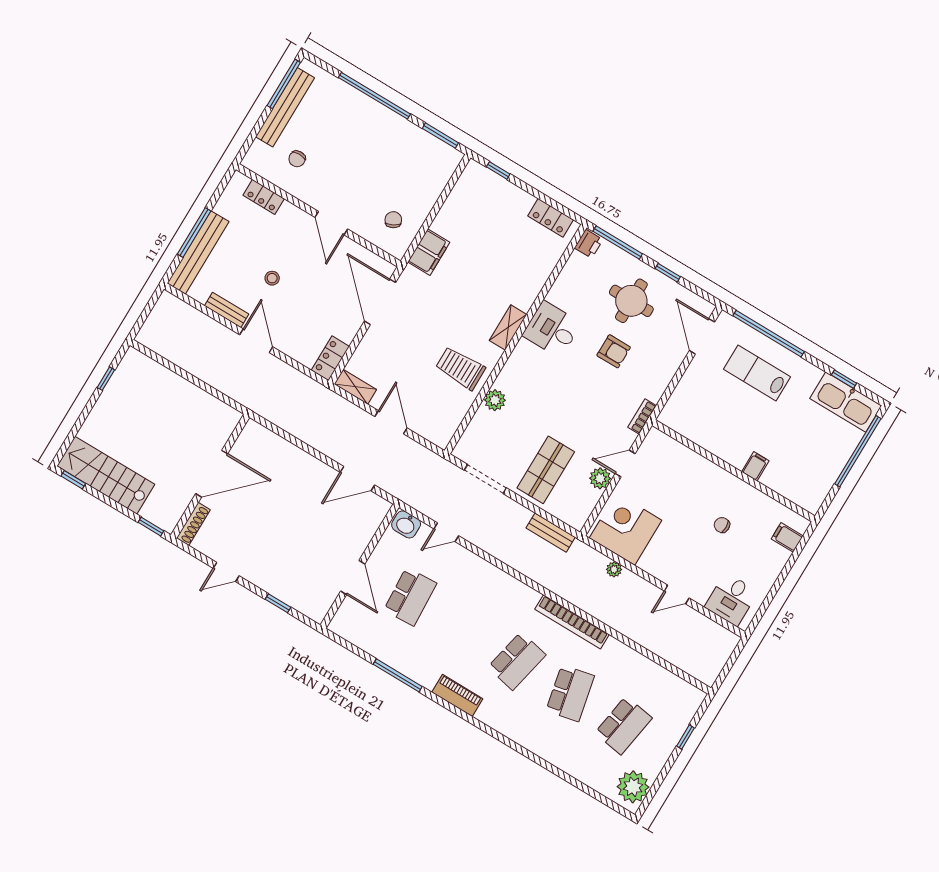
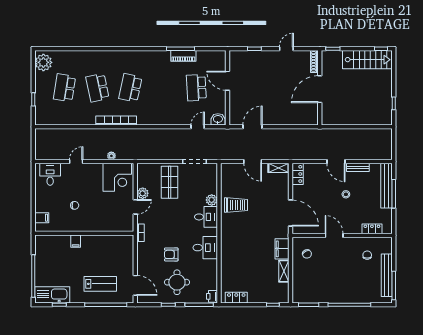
shelving: (508, 328) -> (284, 271), moved
desk: (521, 378) -> (206, 217), added
bench: (551, 533) -> (150, 155), removed
piano: (457, 695) -> (183, 56), moved

